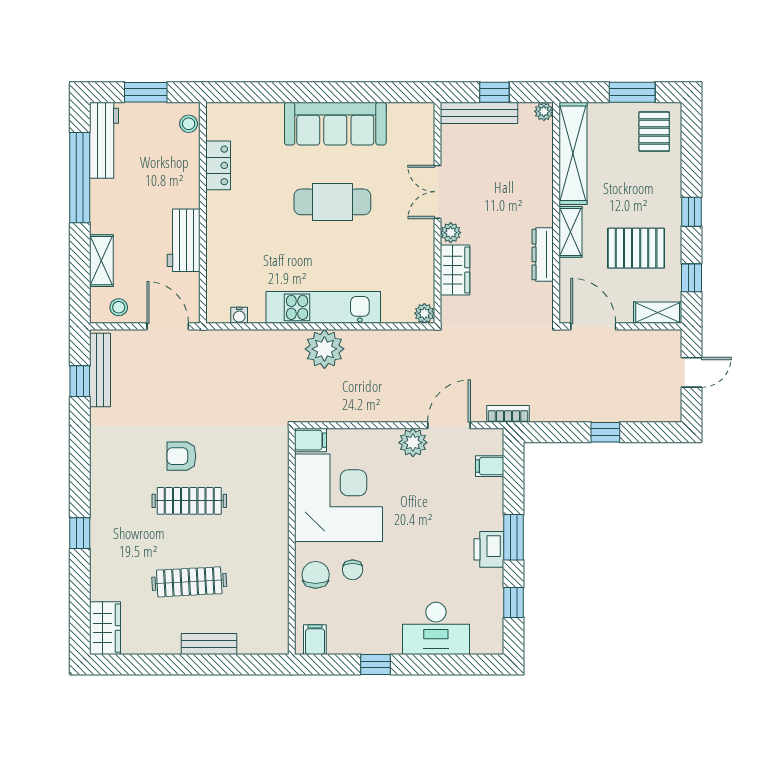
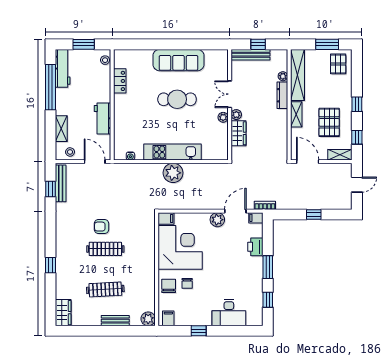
plant: (544, 111) -> (283, 76), moved
pallet: (636, 248) -> (329, 122), turned 90
dresser: (543, 254) -> (282, 95), moved
plant: (424, 313) -> (223, 117), moved
filing cabinet: (490, 466) -> (256, 218), moved
printer: (489, 549) -> (255, 247), moved
plant: (275, 640) -> (148, 319), added

